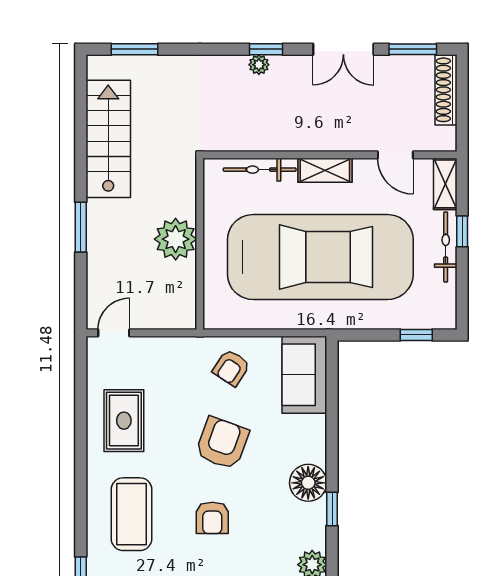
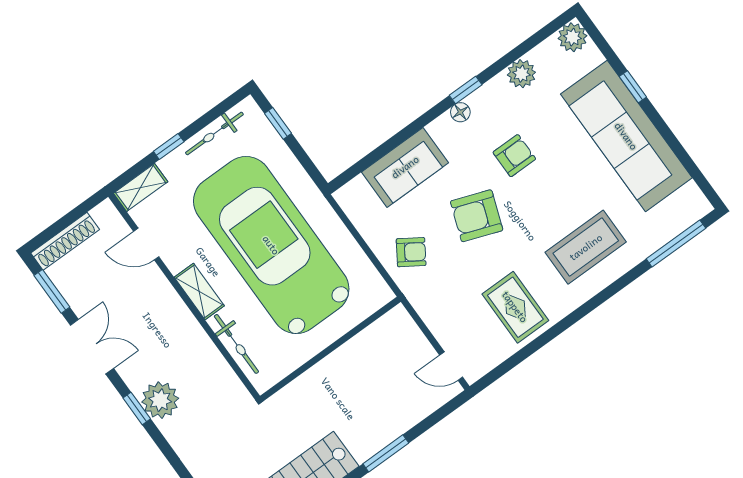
plant: (259, 65) -> (160, 400), width x1.88, depth x1.88
door: (395, 155) -> (146, 244), swing flipped
plant: (176, 239) -> (341, 371), removed
bicycle: (446, 247) -> (214, 133), moved
sofa: (304, 375) -> (405, 167), moved
rug: (124, 421) -> (515, 307), turned 90
floor lamp: (308, 483) -> (460, 112), width x0.53, depth x0.53
armchair: (212, 518) -> (514, 156), moved

